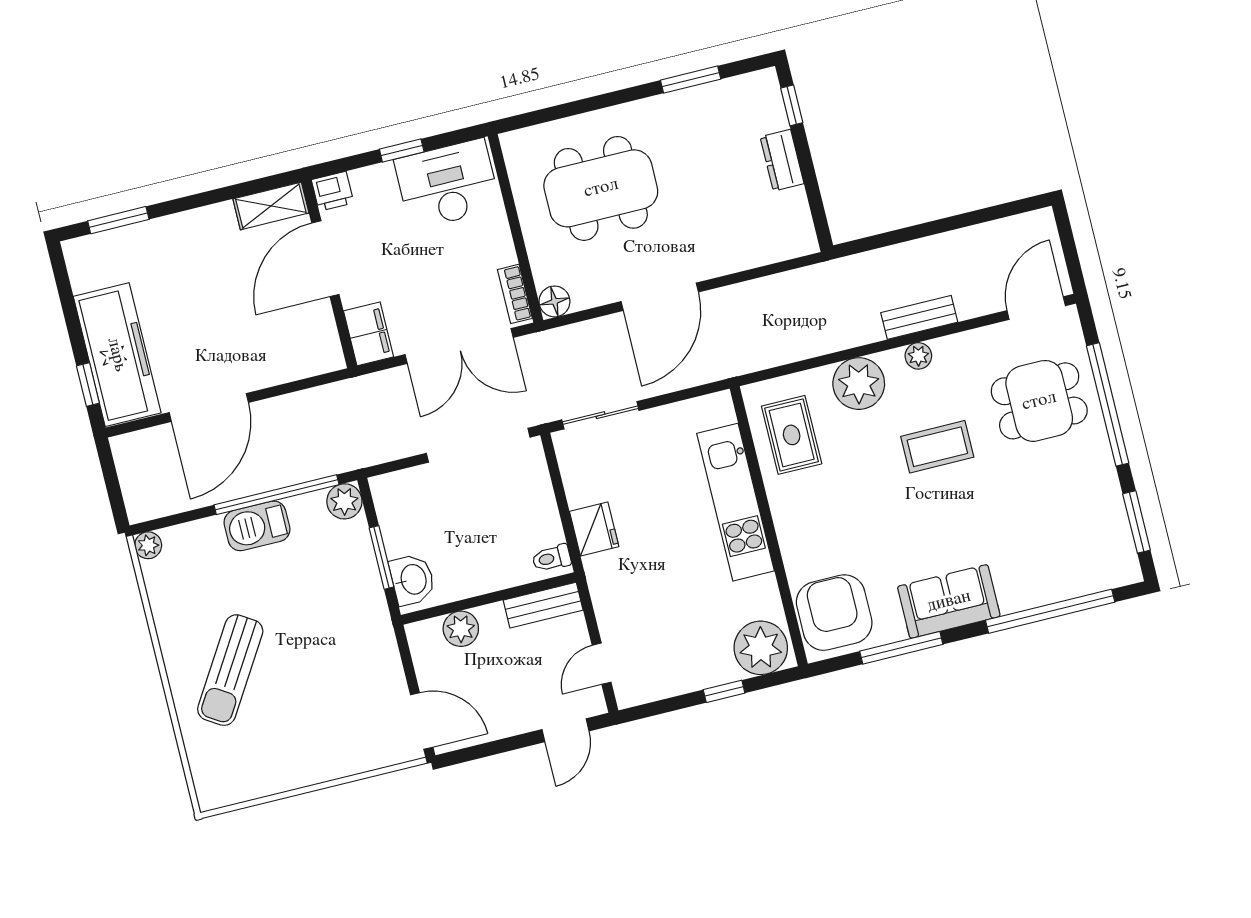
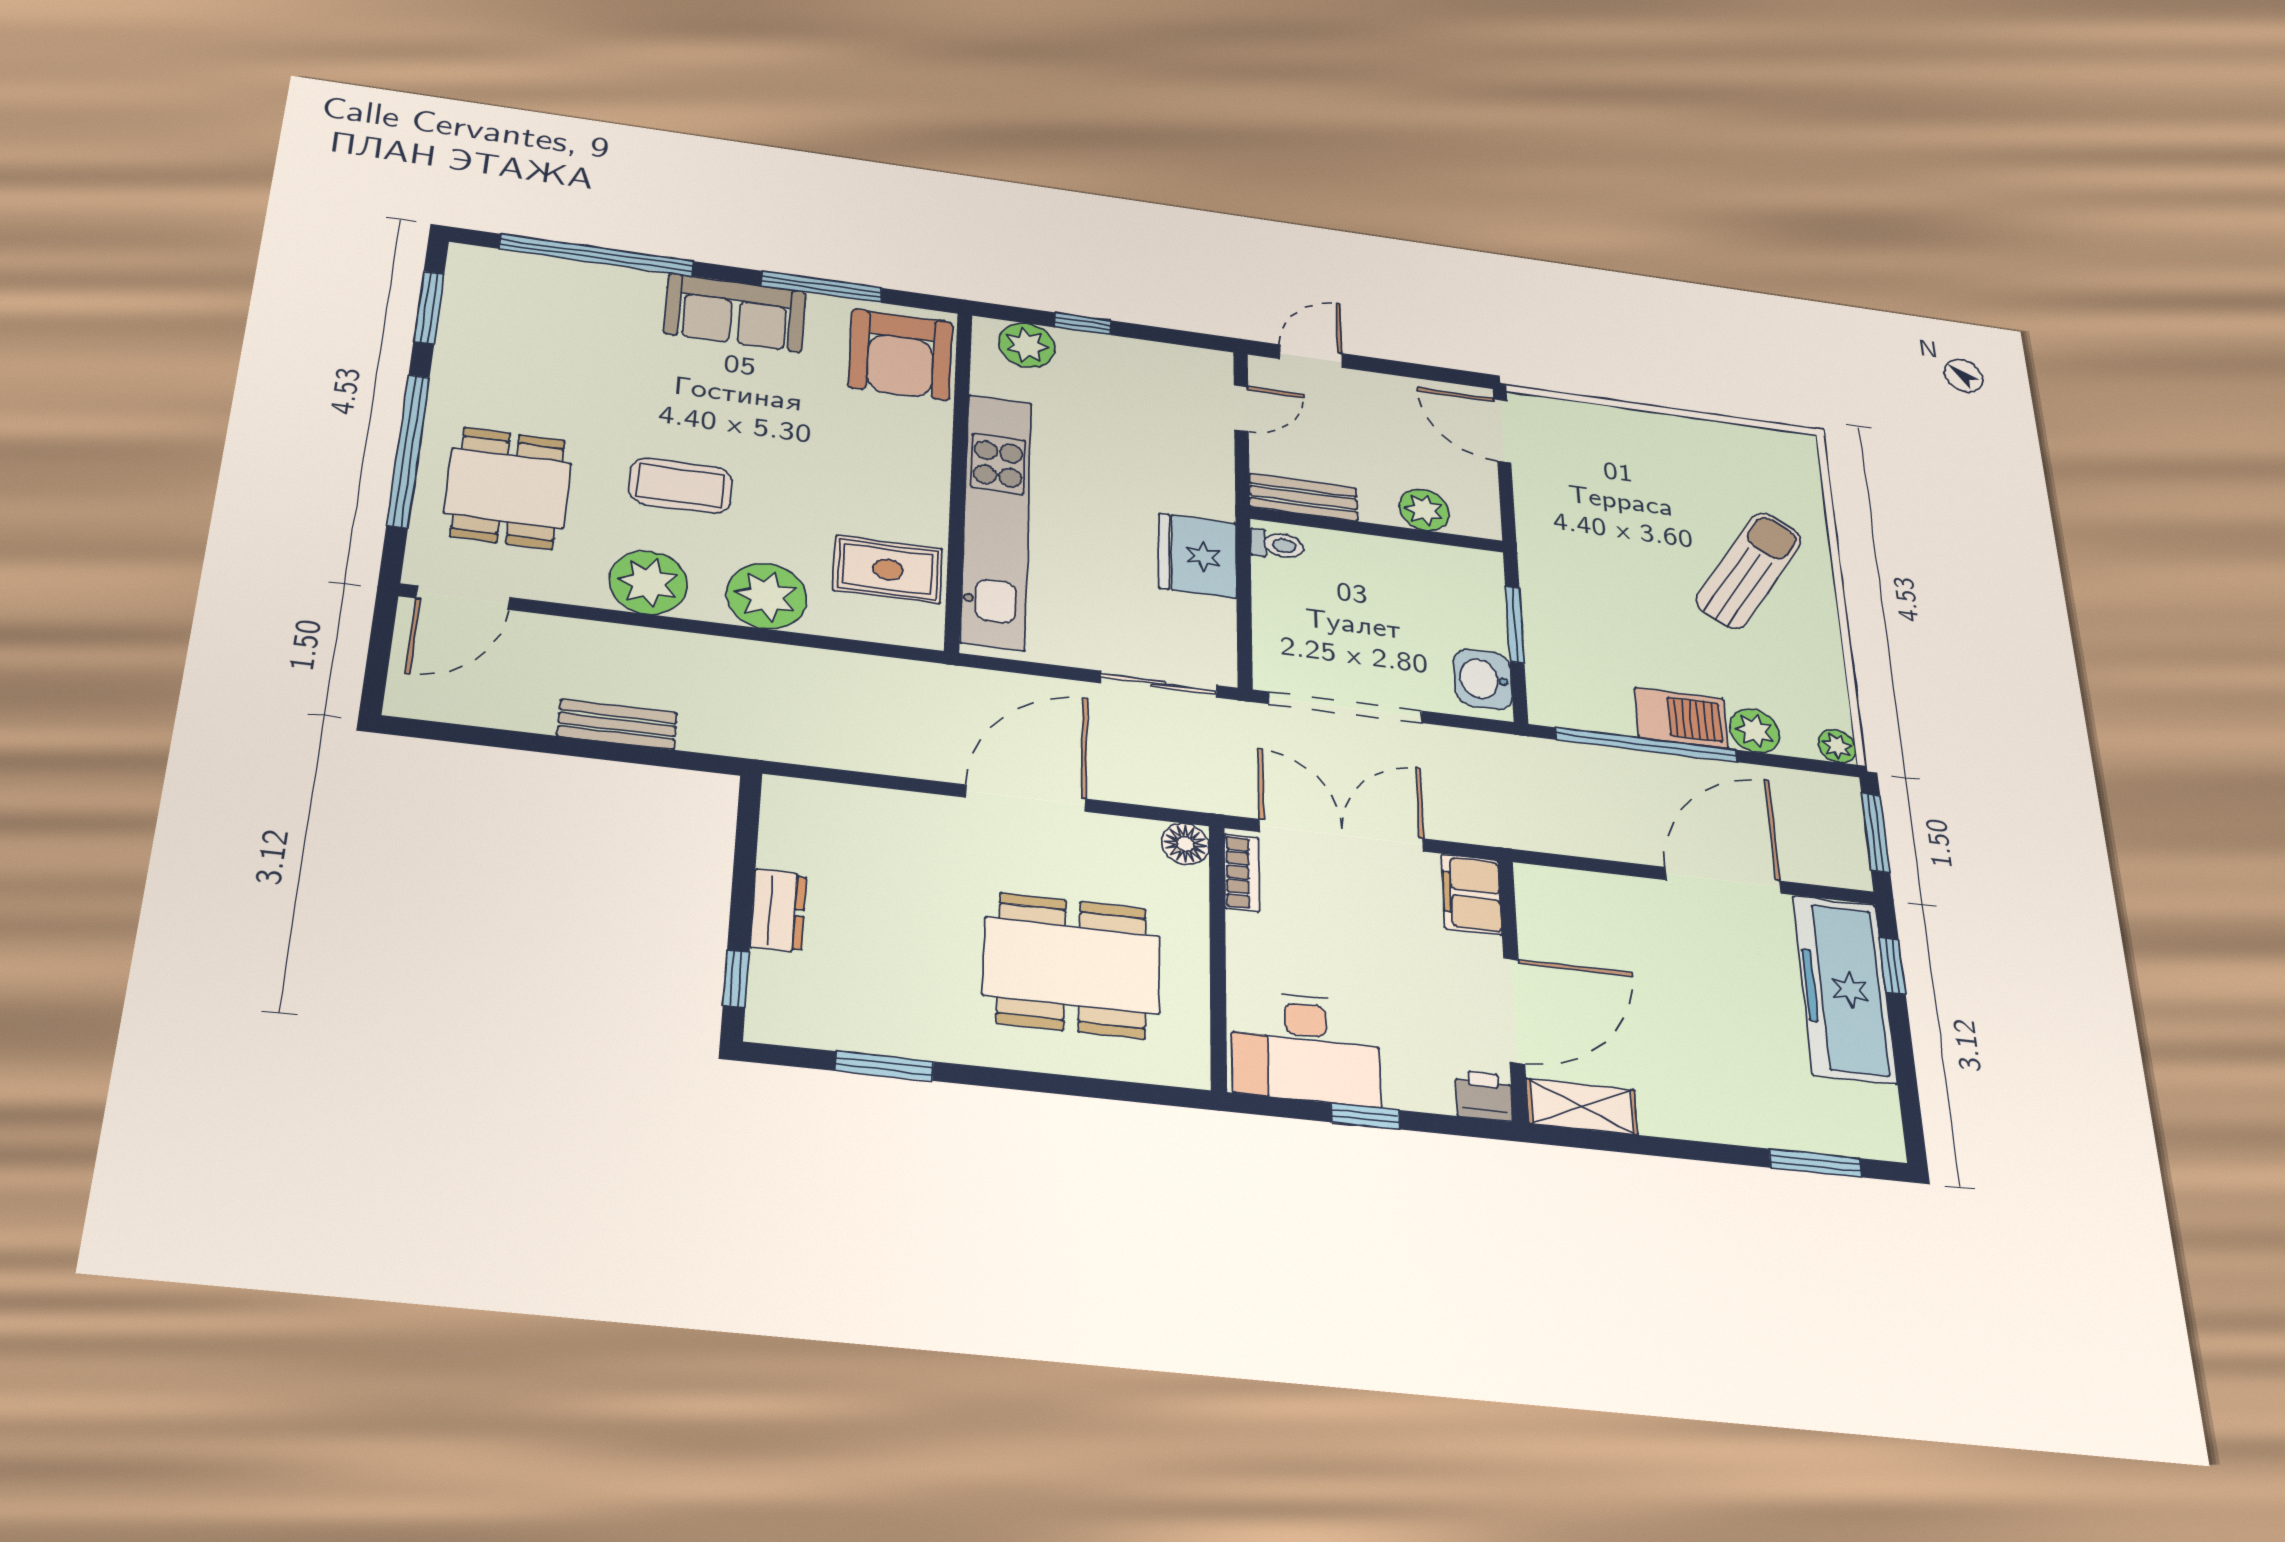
bench: (919, 317) -> (617, 725), moved
plant: (918, 356) -> (648, 583), width x1.88, depth x1.88
dining table: (1039, 401) -> (508, 488), turned 90
rug: (792, 435) -> (888, 569), turned 90
window: (113, 485) -> (1876, 833), added
plant: (344, 501) -> (1755, 731), moved
kitchen unit: (736, 502) -> (996, 520), width x1.36
fridge: (594, 529) -> (1197, 556), width x1.36, depth x1.34
washbasin: (412, 580) -> (1483, 679), moved
plant: (761, 648) -> (1027, 345), width x0.73, depth x0.73

